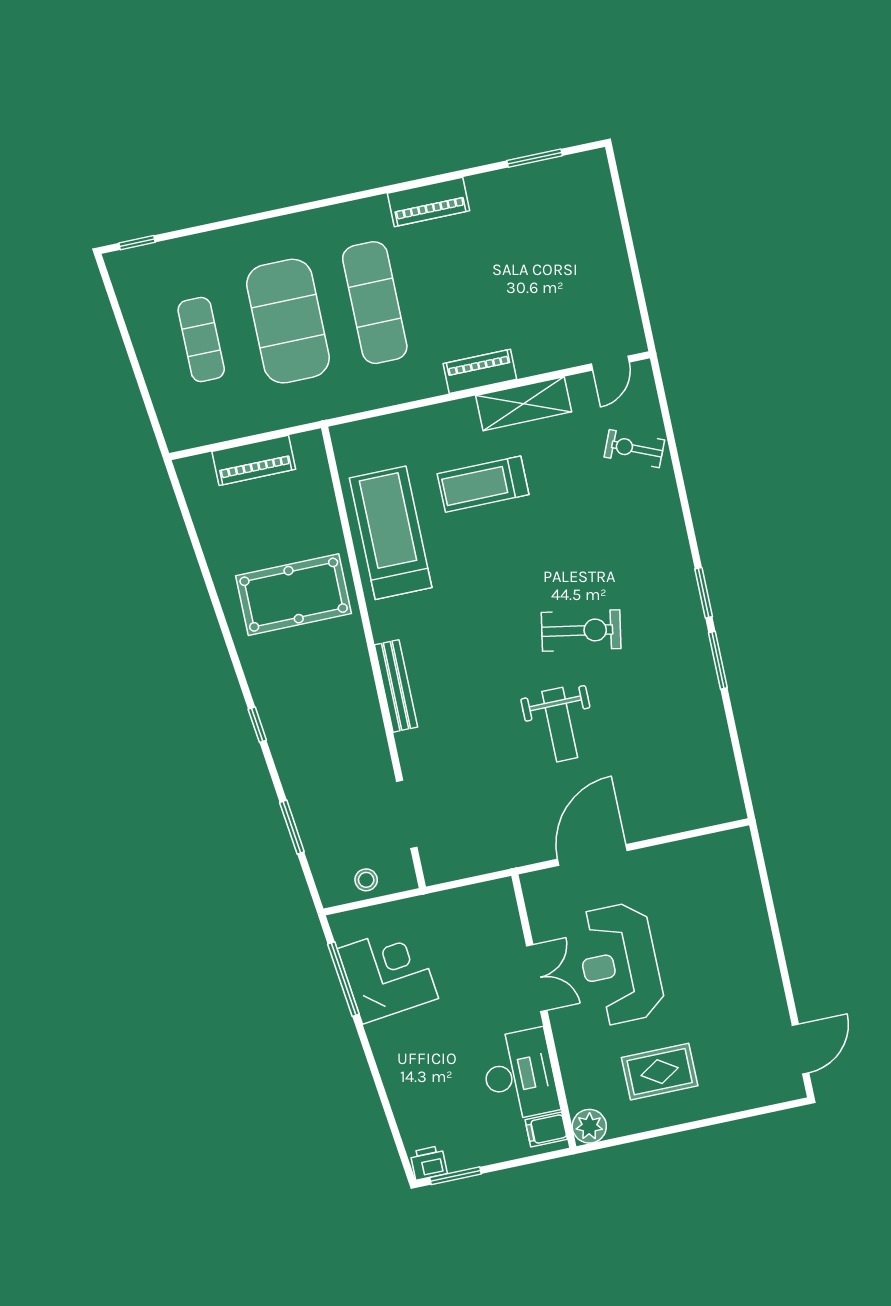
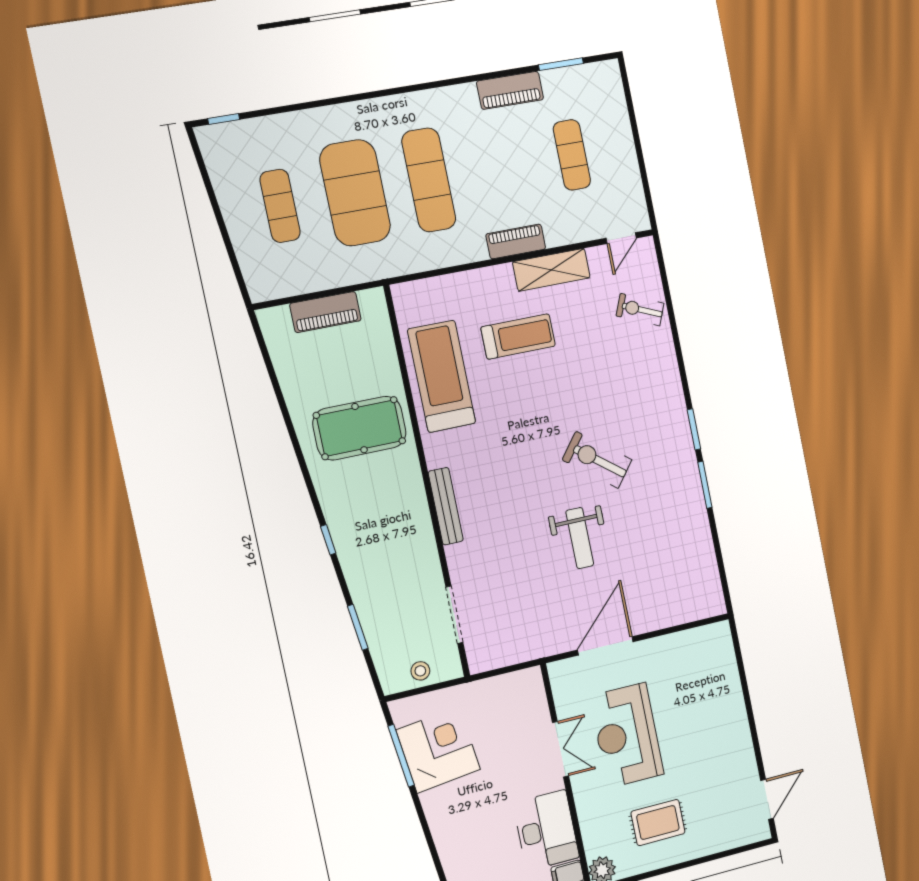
piano: (428, 202) -> (510, 90), moved
exercise mat: (548, 266) -> (572, 155), added
treadmill: (483, 484) -> (518, 337), turned 180
exercise bike: (581, 630) -> (597, 460), turned -152

